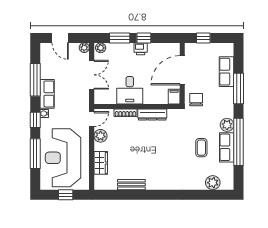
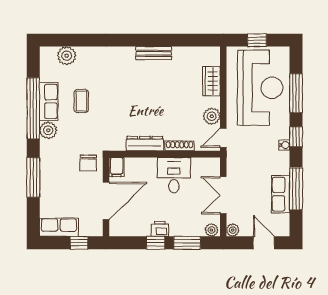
row of seats: (227, 72) -> (59, 227), moved, turned -90
row of seats: (47, 94) -> (281, 194), moved
bench: (131, 185) -> (154, 53), moved

